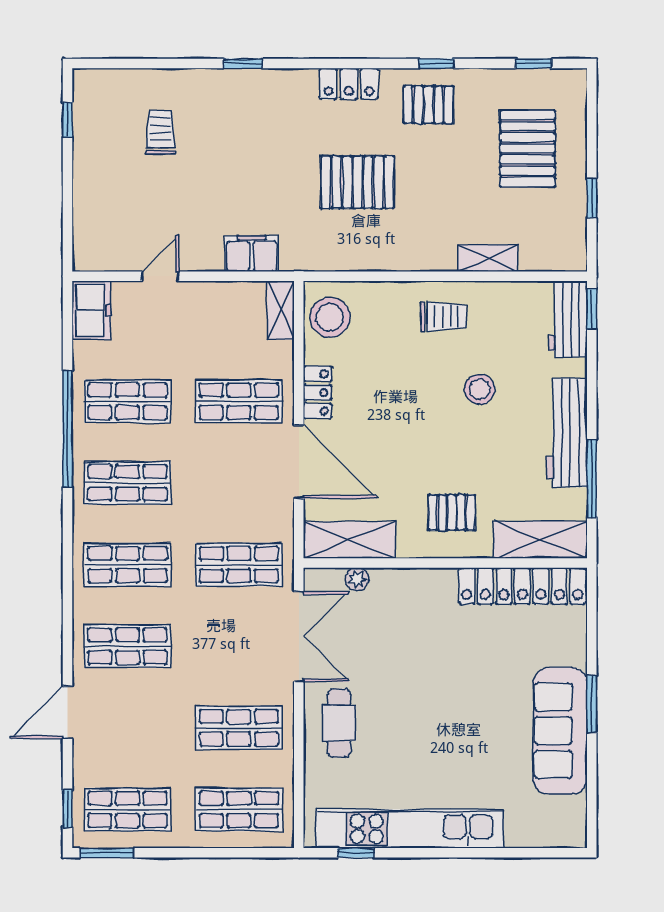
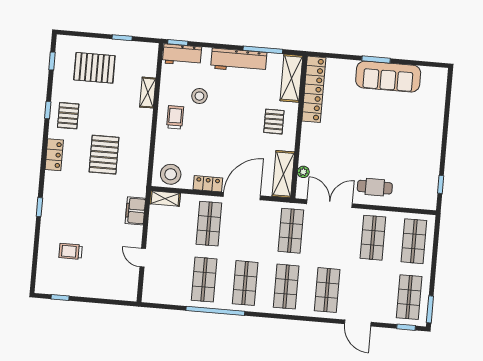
freezer: (91, 310) -> (157, 294), removed
stool: (480, 389) -> (199, 96), moved
kitchen unit: (410, 829) -> (431, 156), removed

